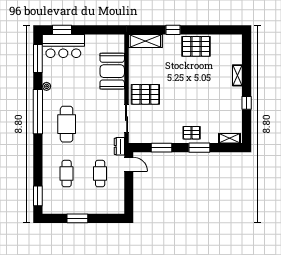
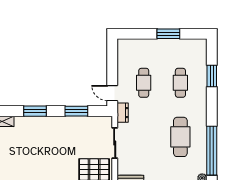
pallet: (192, 133) -> (44, 128), removed
window: (38, 196) -> (212, 76), moved

